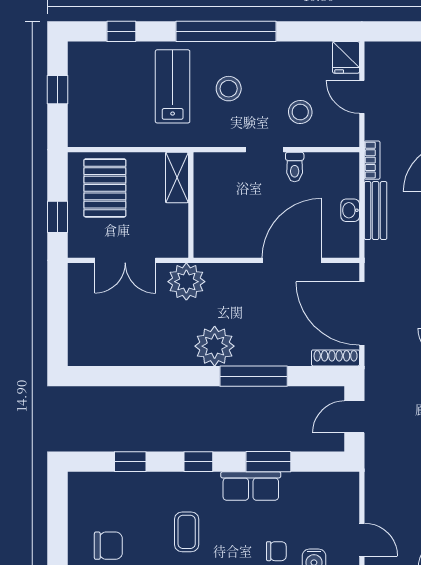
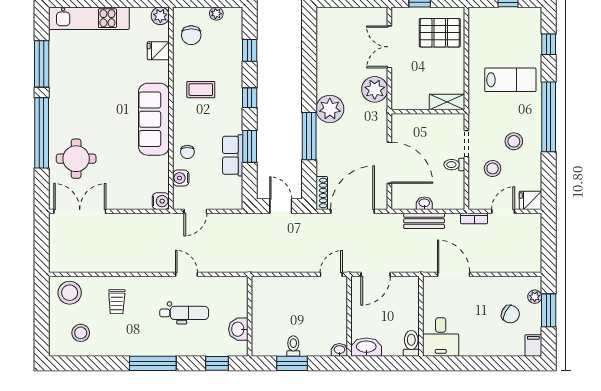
stool: (229, 89) -> (514, 141), moved
bookcase: (372, 160) -> (474, 218), moved
shelving: (177, 178) -> (447, 102), moved
wall: (191, 205) -> (428, 112), moved
row of seats: (251, 486) -> (233, 155), moved
plant: (77, 510) -> (216, 14), added

